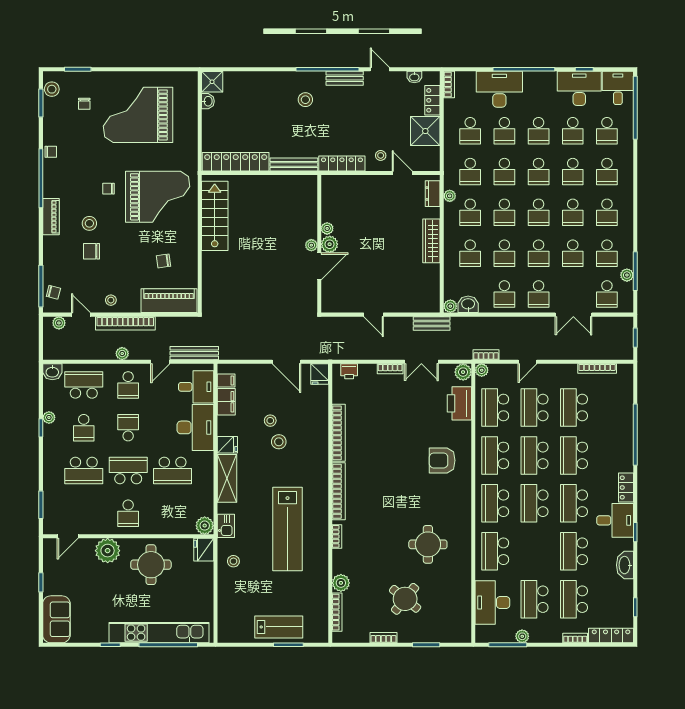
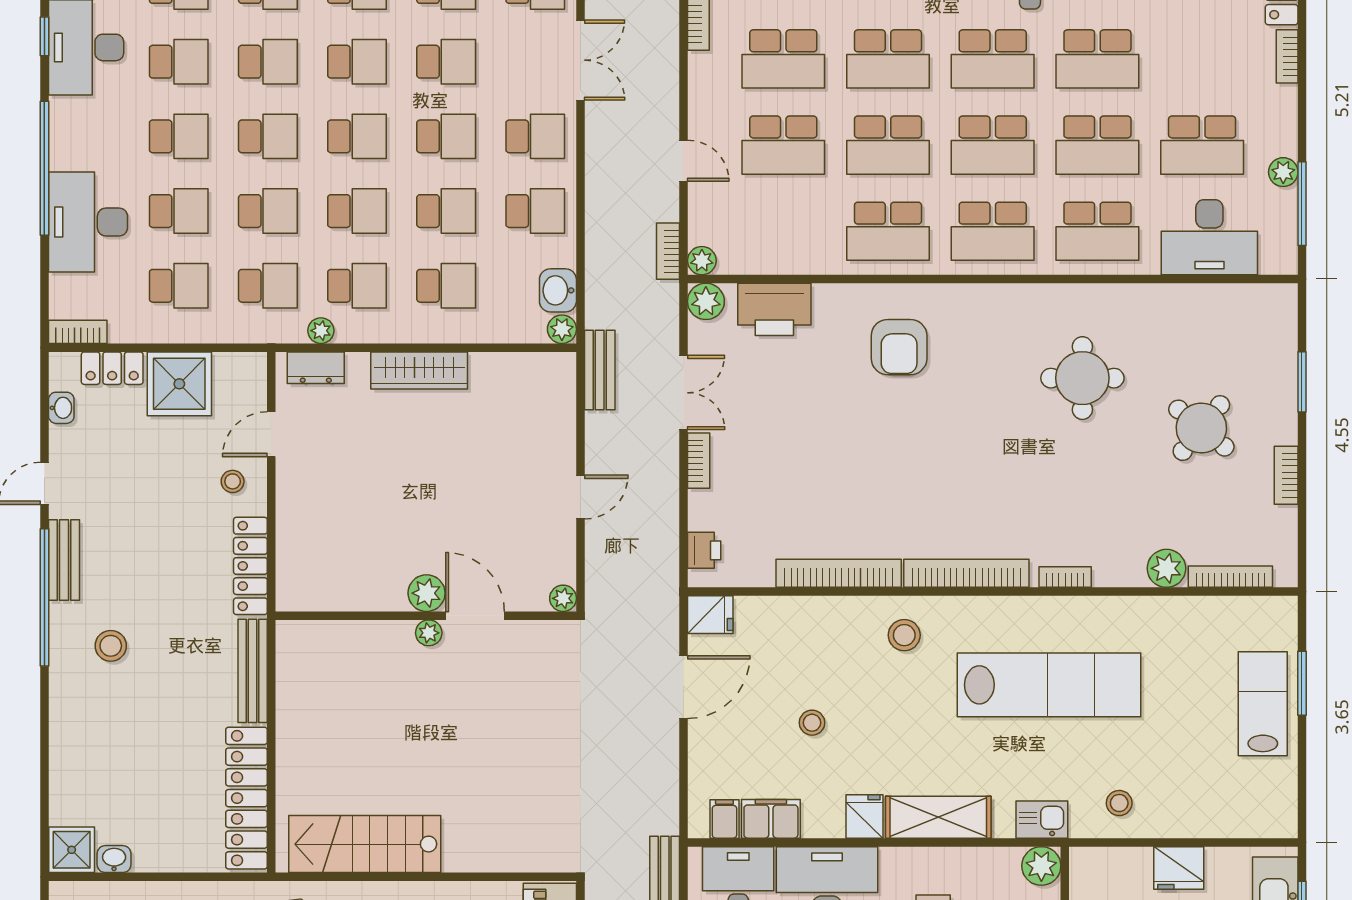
plant: (327, 228) -> (563, 598), moved
school desk: (495, 407) -> (783, 231), removed
stool: (279, 442) -> (904, 635), moved
fridge: (204, 550) -> (1179, 868), moved
school desk: (574, 599) -> (1097, 145), moved

